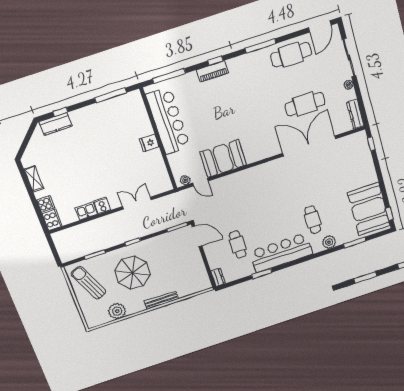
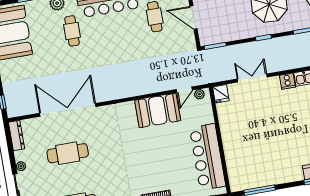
fridge: (149, 143) -> (221, 94), moved, turned 90
double door: (309, 146) -> (68, 110), swing flipped
door: (200, 182) -> (184, 90), swing flipped
double door: (137, 203) -> (252, 78), swing flipped
door: (197, 236) -> (194, 18), moved

